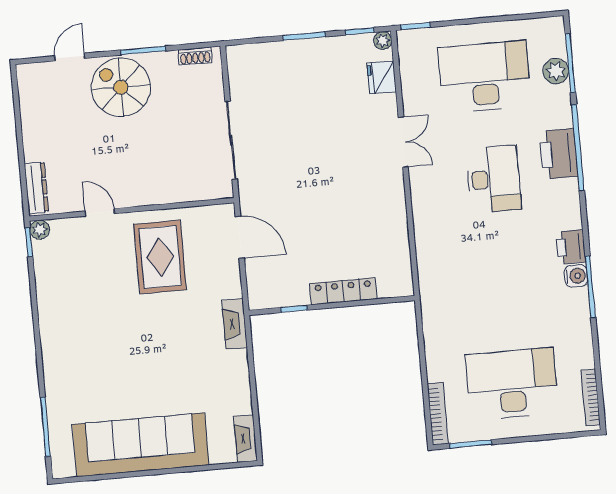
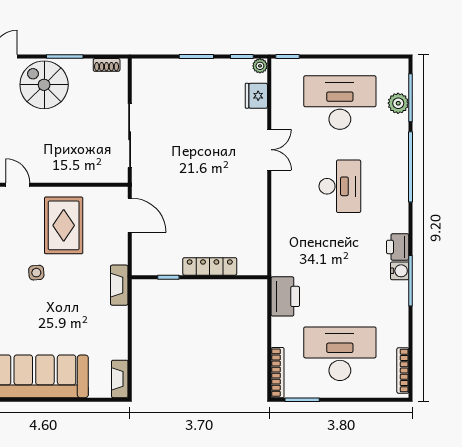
printer: (559, 154) -> (285, 296), moved, turned 180
side table: (132, 318) -> (36, 273), added

